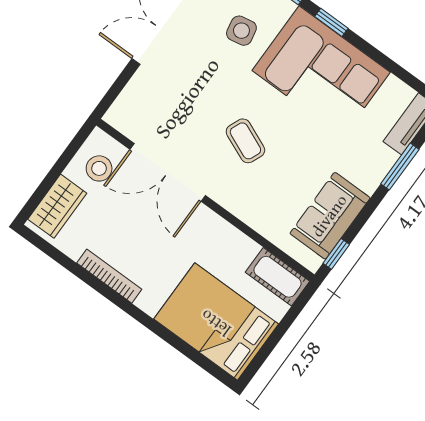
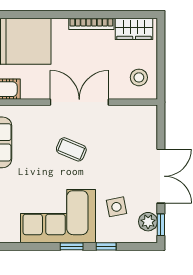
double door: (168, 172) -> (79, 102), moved
wardrobe: (57, 206) -> (134, 29), moved, turned -90

